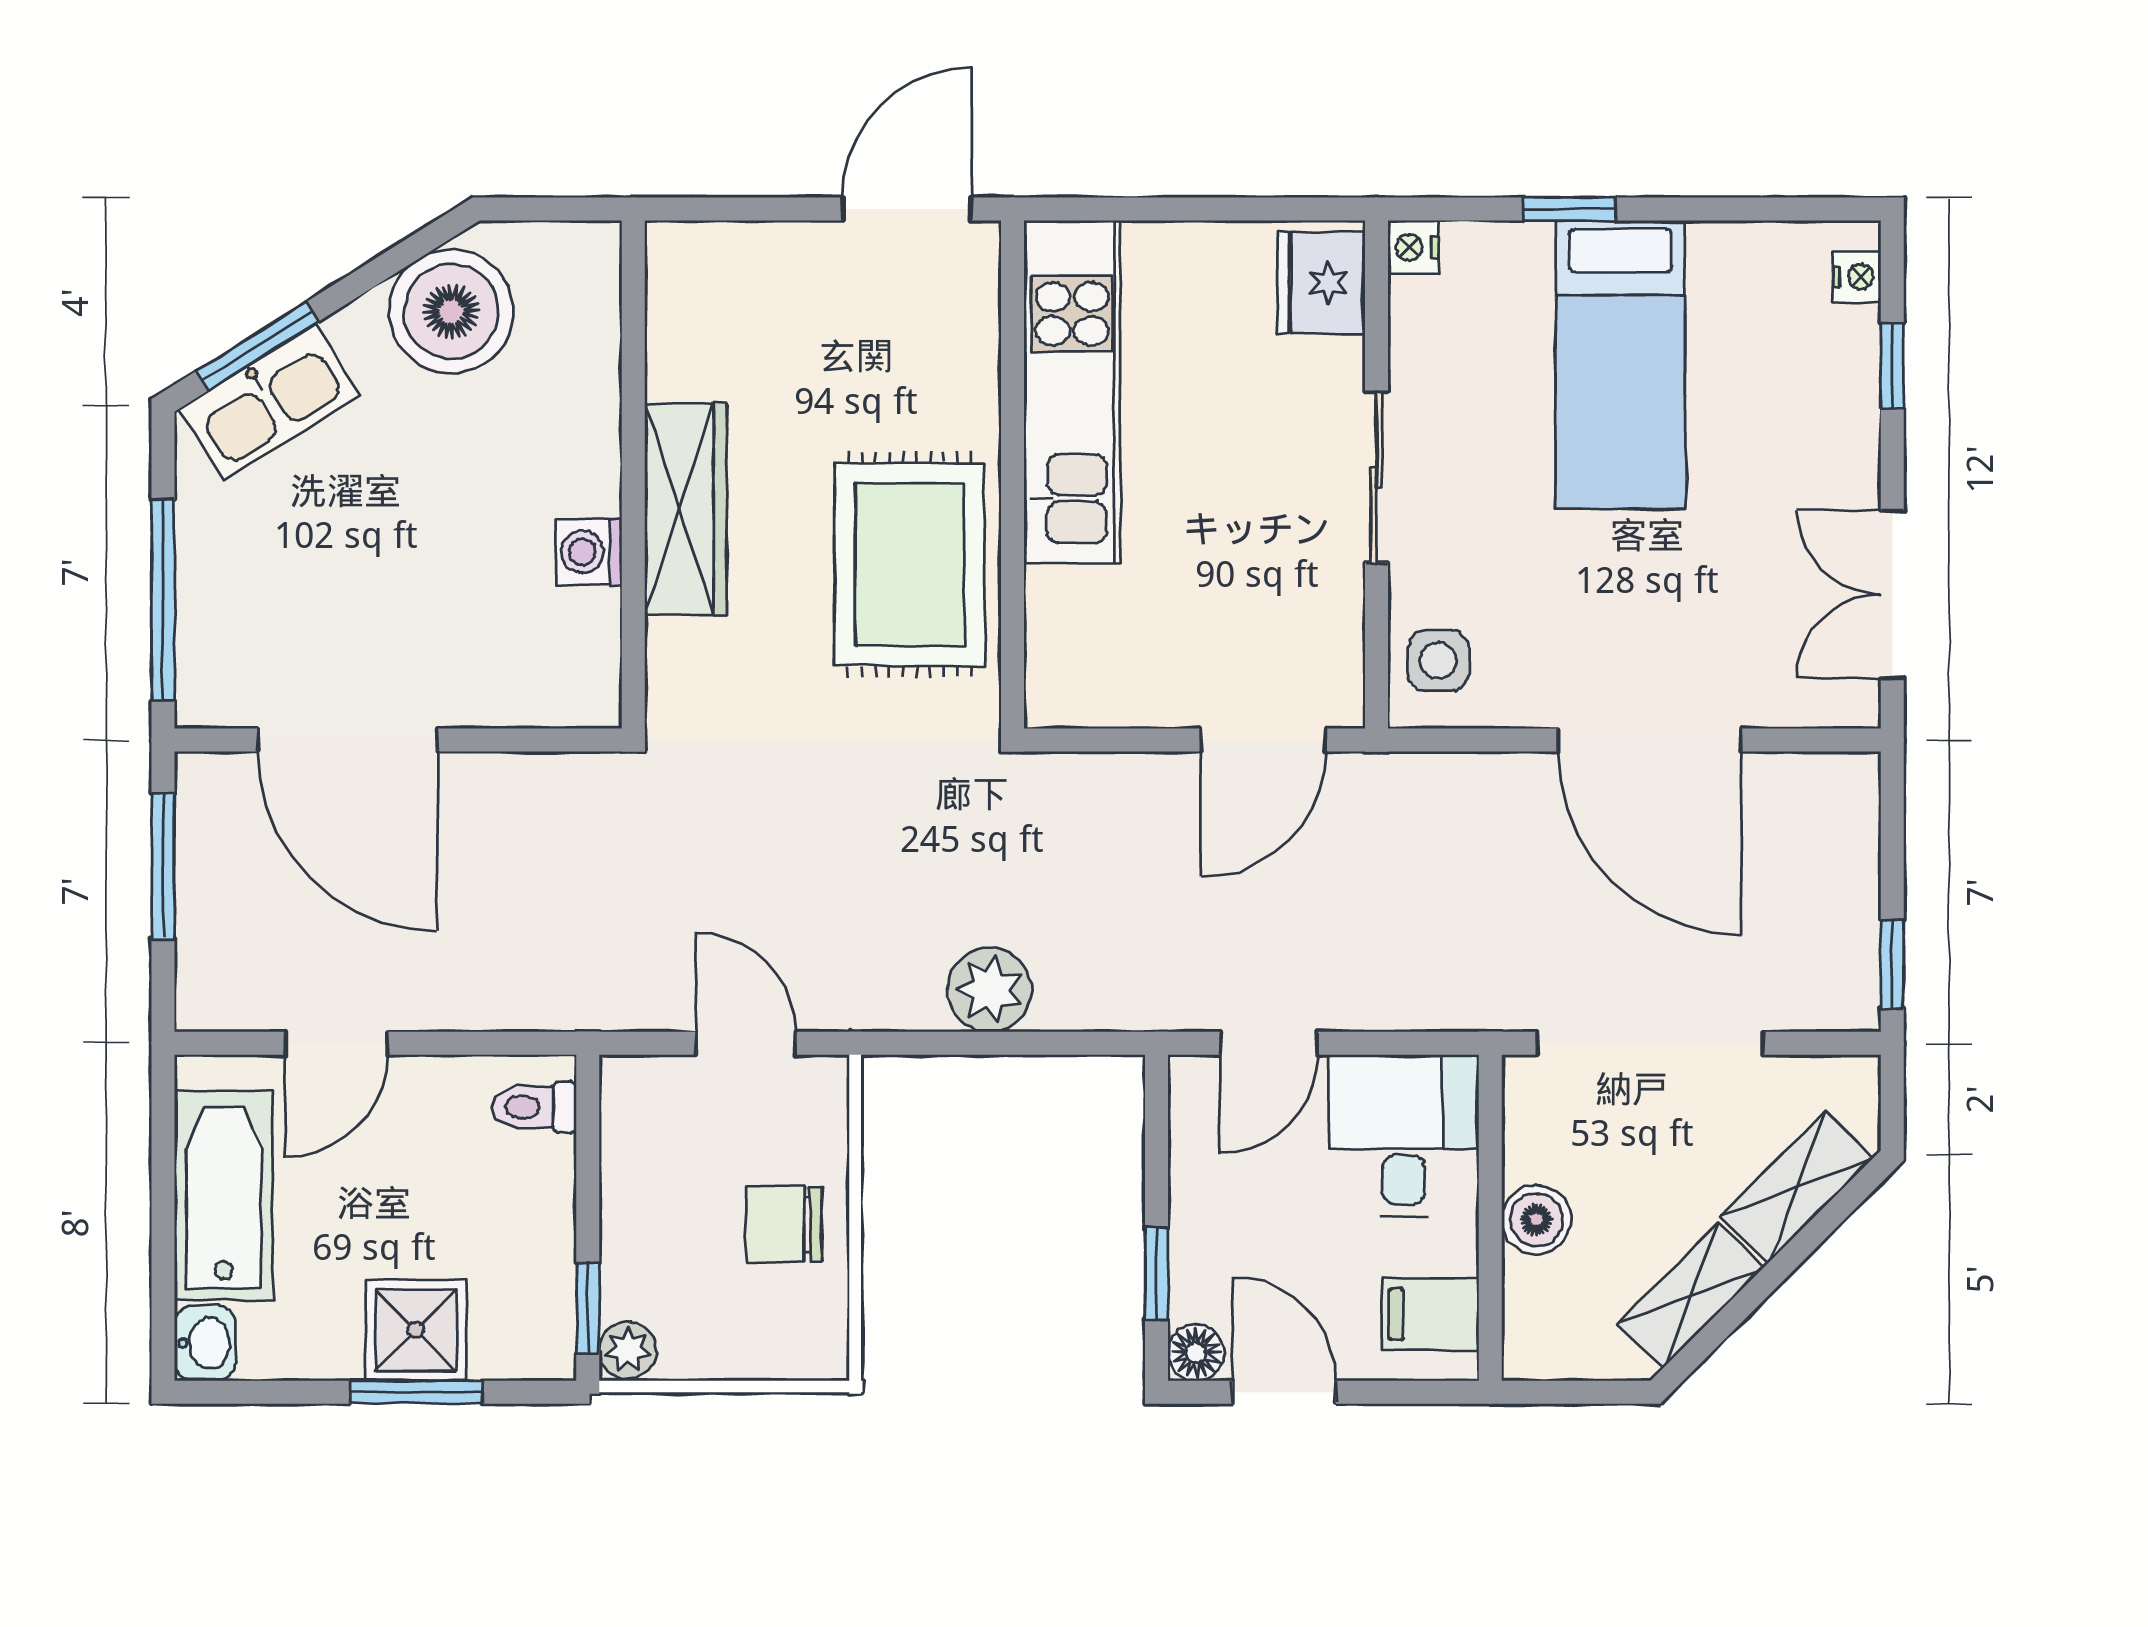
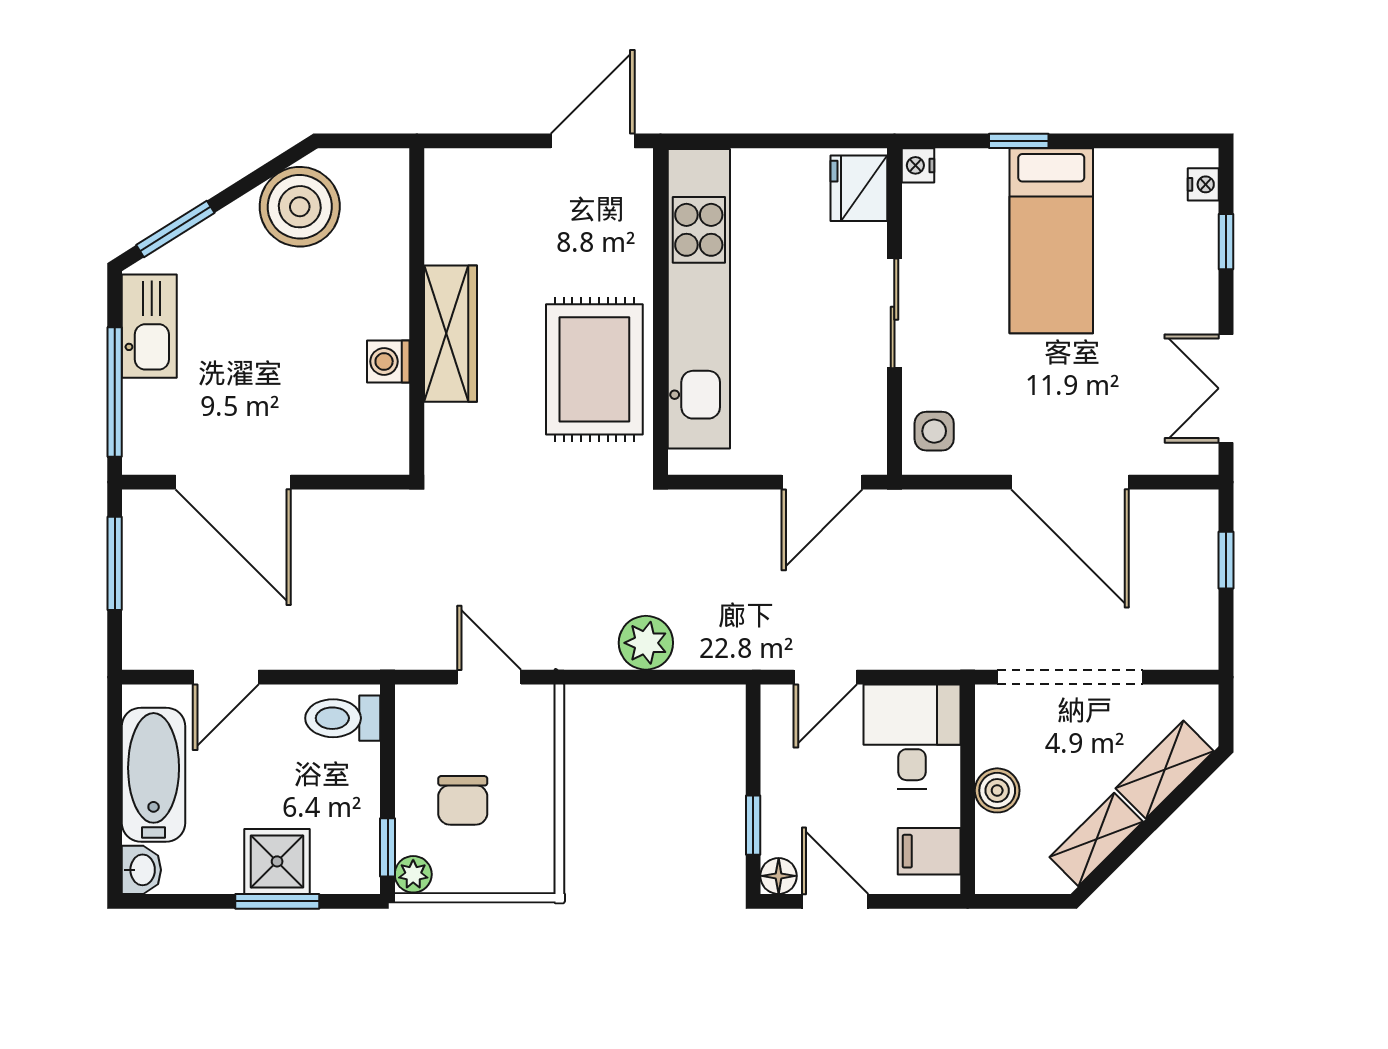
kitchen unit: (1072, 393) -> (699, 299), width x1.36
kitchen sink: (270, 402) -> (149, 326), moved, turned -58
window: (1892, 965) -> (1226, 560), moved
toilet: (534, 1107) -> (343, 718), width x1.37, depth x1.39
chair: (784, 1224) -> (463, 800), moved, turned -90

